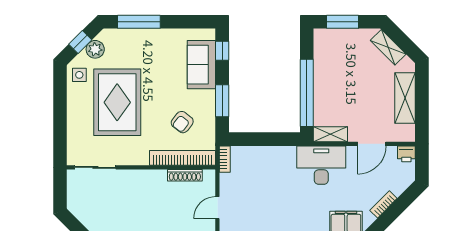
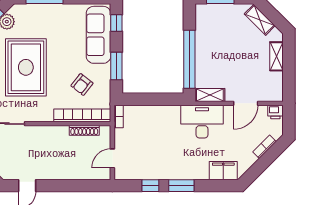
sofa: (201, 65) -> (98, 35), width x1.36
shelving: (405, 98) -> (276, 56), width x0.67, depth x0.75
bookcase: (383, 204) -> (264, 147), moved

